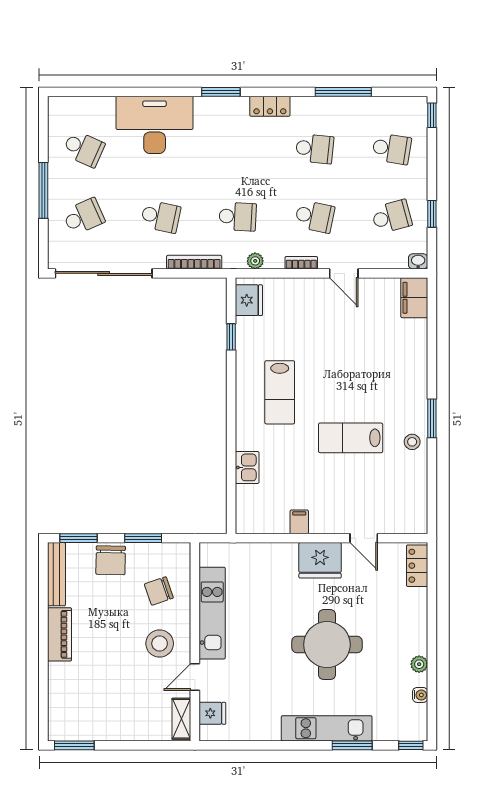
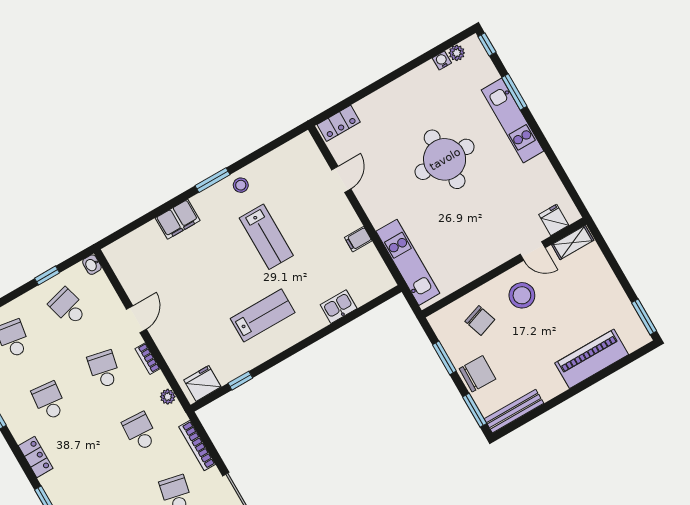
filing cabinet: (414, 298) -> (178, 219), moved
fridge: (320, 560) -> (380, 204), removed
kitchen unit: (212, 613) -> (408, 262), moved, turned 90
piano: (60, 634) -> (592, 359), moved, width x1.37, depth x1.33
plant: (419, 664) -> (457, 53), moved

